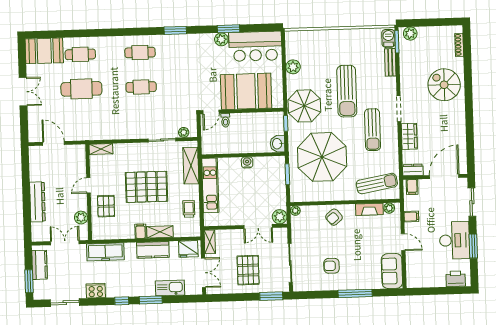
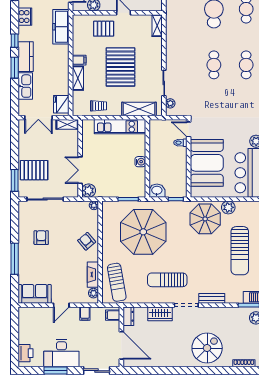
bench: (390, 62) -> (212, 298), moved
sun lounger: (347, 91) -> (240, 251), moved, turned -90
parasol: (304, 106) -> (205, 219), moved
kitchen counter: (153, 250) -> (26, 57), moved, turned 180
pallet: (248, 270) -> (34, 170), moved

